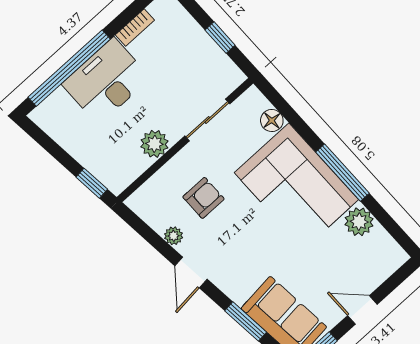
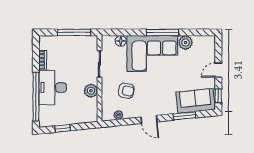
window: (220, 38) -> (74, 32), width x2.17
window: (92, 183) -> (63, 128), moved
armchair: (203, 198) -> (126, 91), turned 101
plant: (173, 236) -> (118, 115), moved

